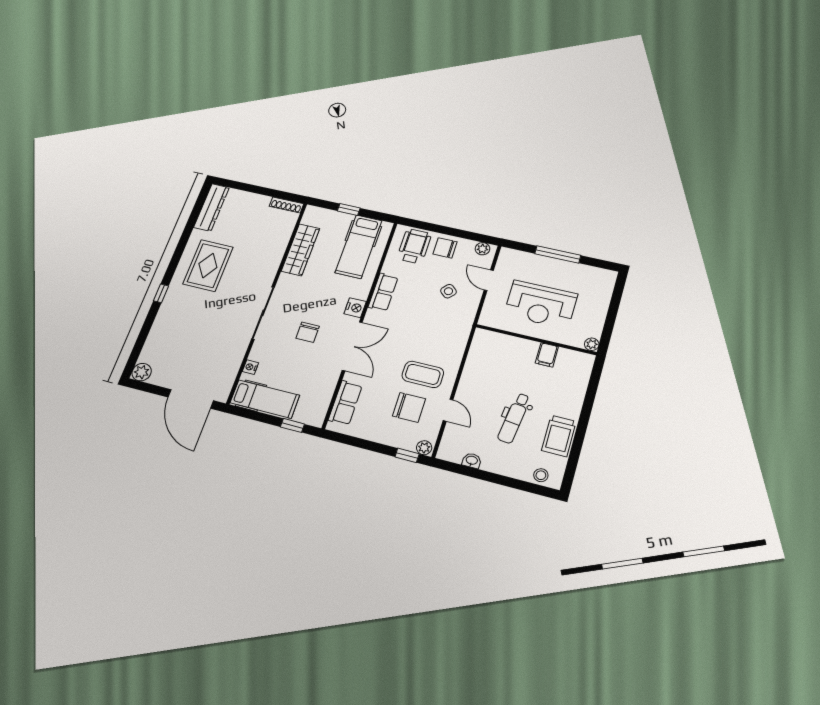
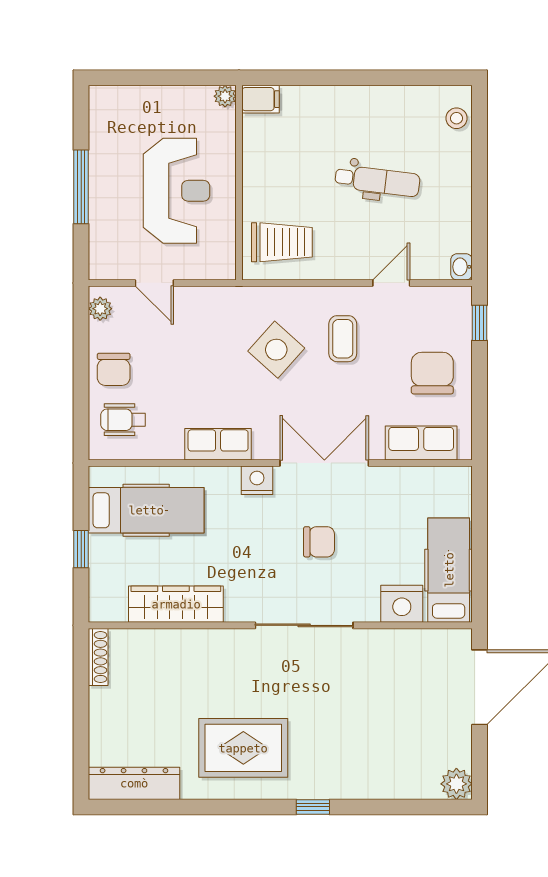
wheelchair: (414, 246) -> (123, 420), width x0.73, depth x0.73
door: (489, 280) -> (154, 283), hinge flipped
side table: (448, 291) -> (276, 350), moved, width x1.87, depth x1.87
filing cabinet: (547, 355) -> (261, 99), moved
nightstand: (250, 367) -> (402, 604), width x1.89, depth x1.79
coffee table: (423, 374) -> (343, 339), width x0.73, depth x0.77
chair: (409, 407) -> (432, 373), moved
window: (292, 425) -> (480, 512), removed
trolley: (559, 436) -> (282, 242), moved
plant: (424, 448) -> (461, 301), removed
washbasin: (472, 461) -> (462, 267), moved

